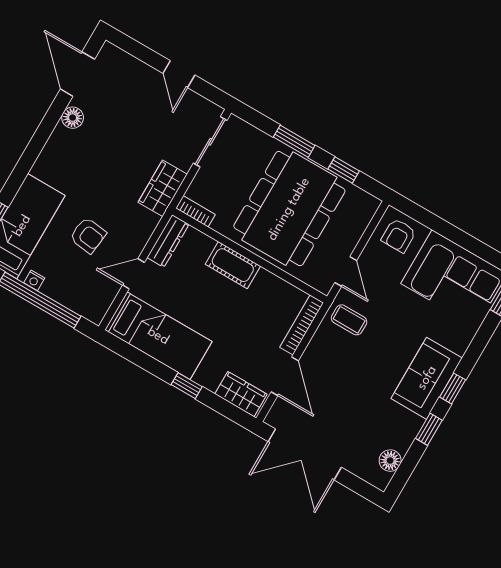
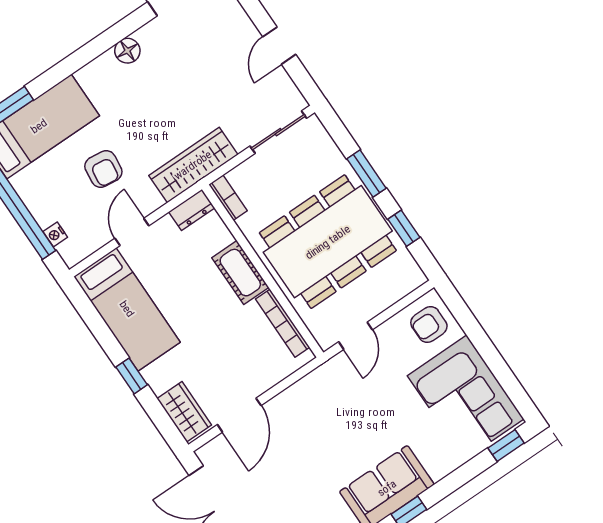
floor lamp: (73, 118) -> (127, 51), moved
wardrobe: (163, 188) -> (193, 165), width x1.50
dresser: (168, 241) -> (192, 210), width x0.70
door: (133, 274) -> (132, 232), hinge flipped
nightstand: (34, 280) -> (55, 234), moved
coffee table: (349, 320) -> (335, 388), removed
bookcase: (302, 325) -> (283, 323), moved, turned -90

